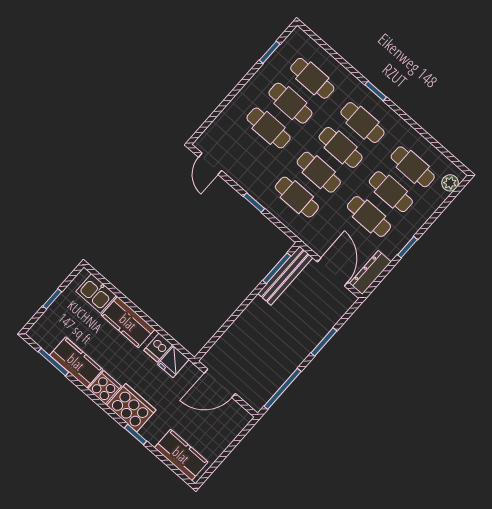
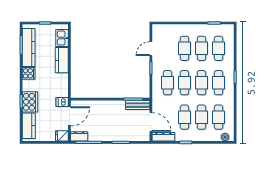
door: (210, 164) -> (151, 49), moved
door: (333, 272) -> (151, 122), hinge flipped
bench: (285, 276) -> (138, 105), width x0.73
dishwasher: (158, 348) -> (62, 102), moved
kitchen counter: (76, 362) -> (29, 47), width x1.50
fridge: (173, 362) -> (62, 136), moved
door: (220, 383) -> (69, 116), swing flipped
dresser: (262, 395) -> (79, 136), added
cooker: (131, 408) -> (30, 102), moved

